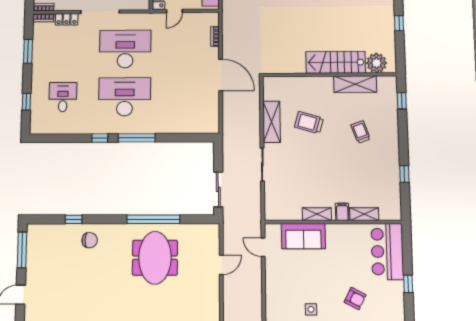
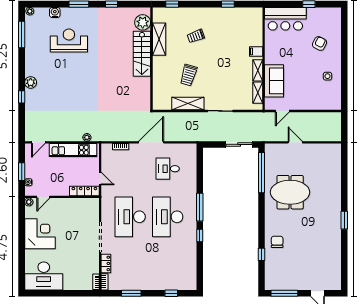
desk: (63, 97) -> (168, 169), moved
shelving: (364, 214) -> (258, 93), moved
window: (153, 219) -> (262, 173), moved

